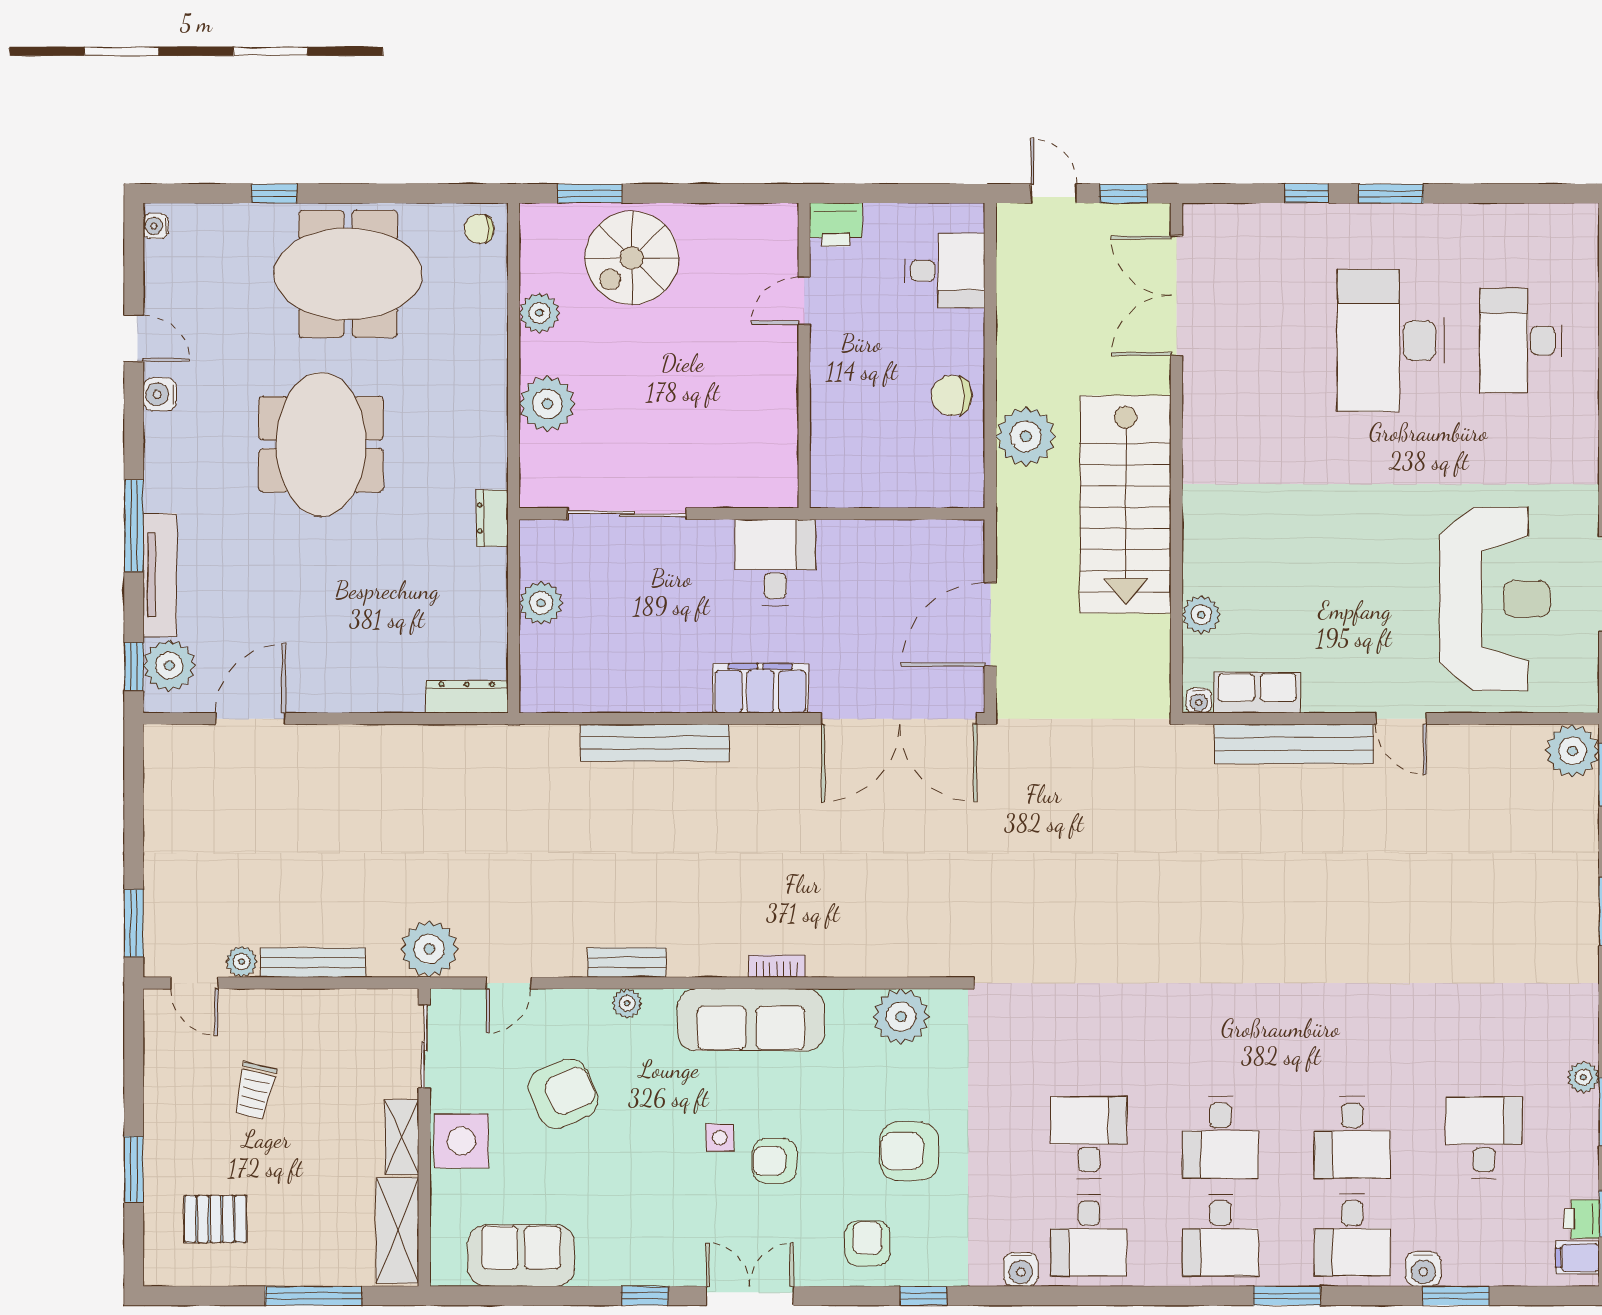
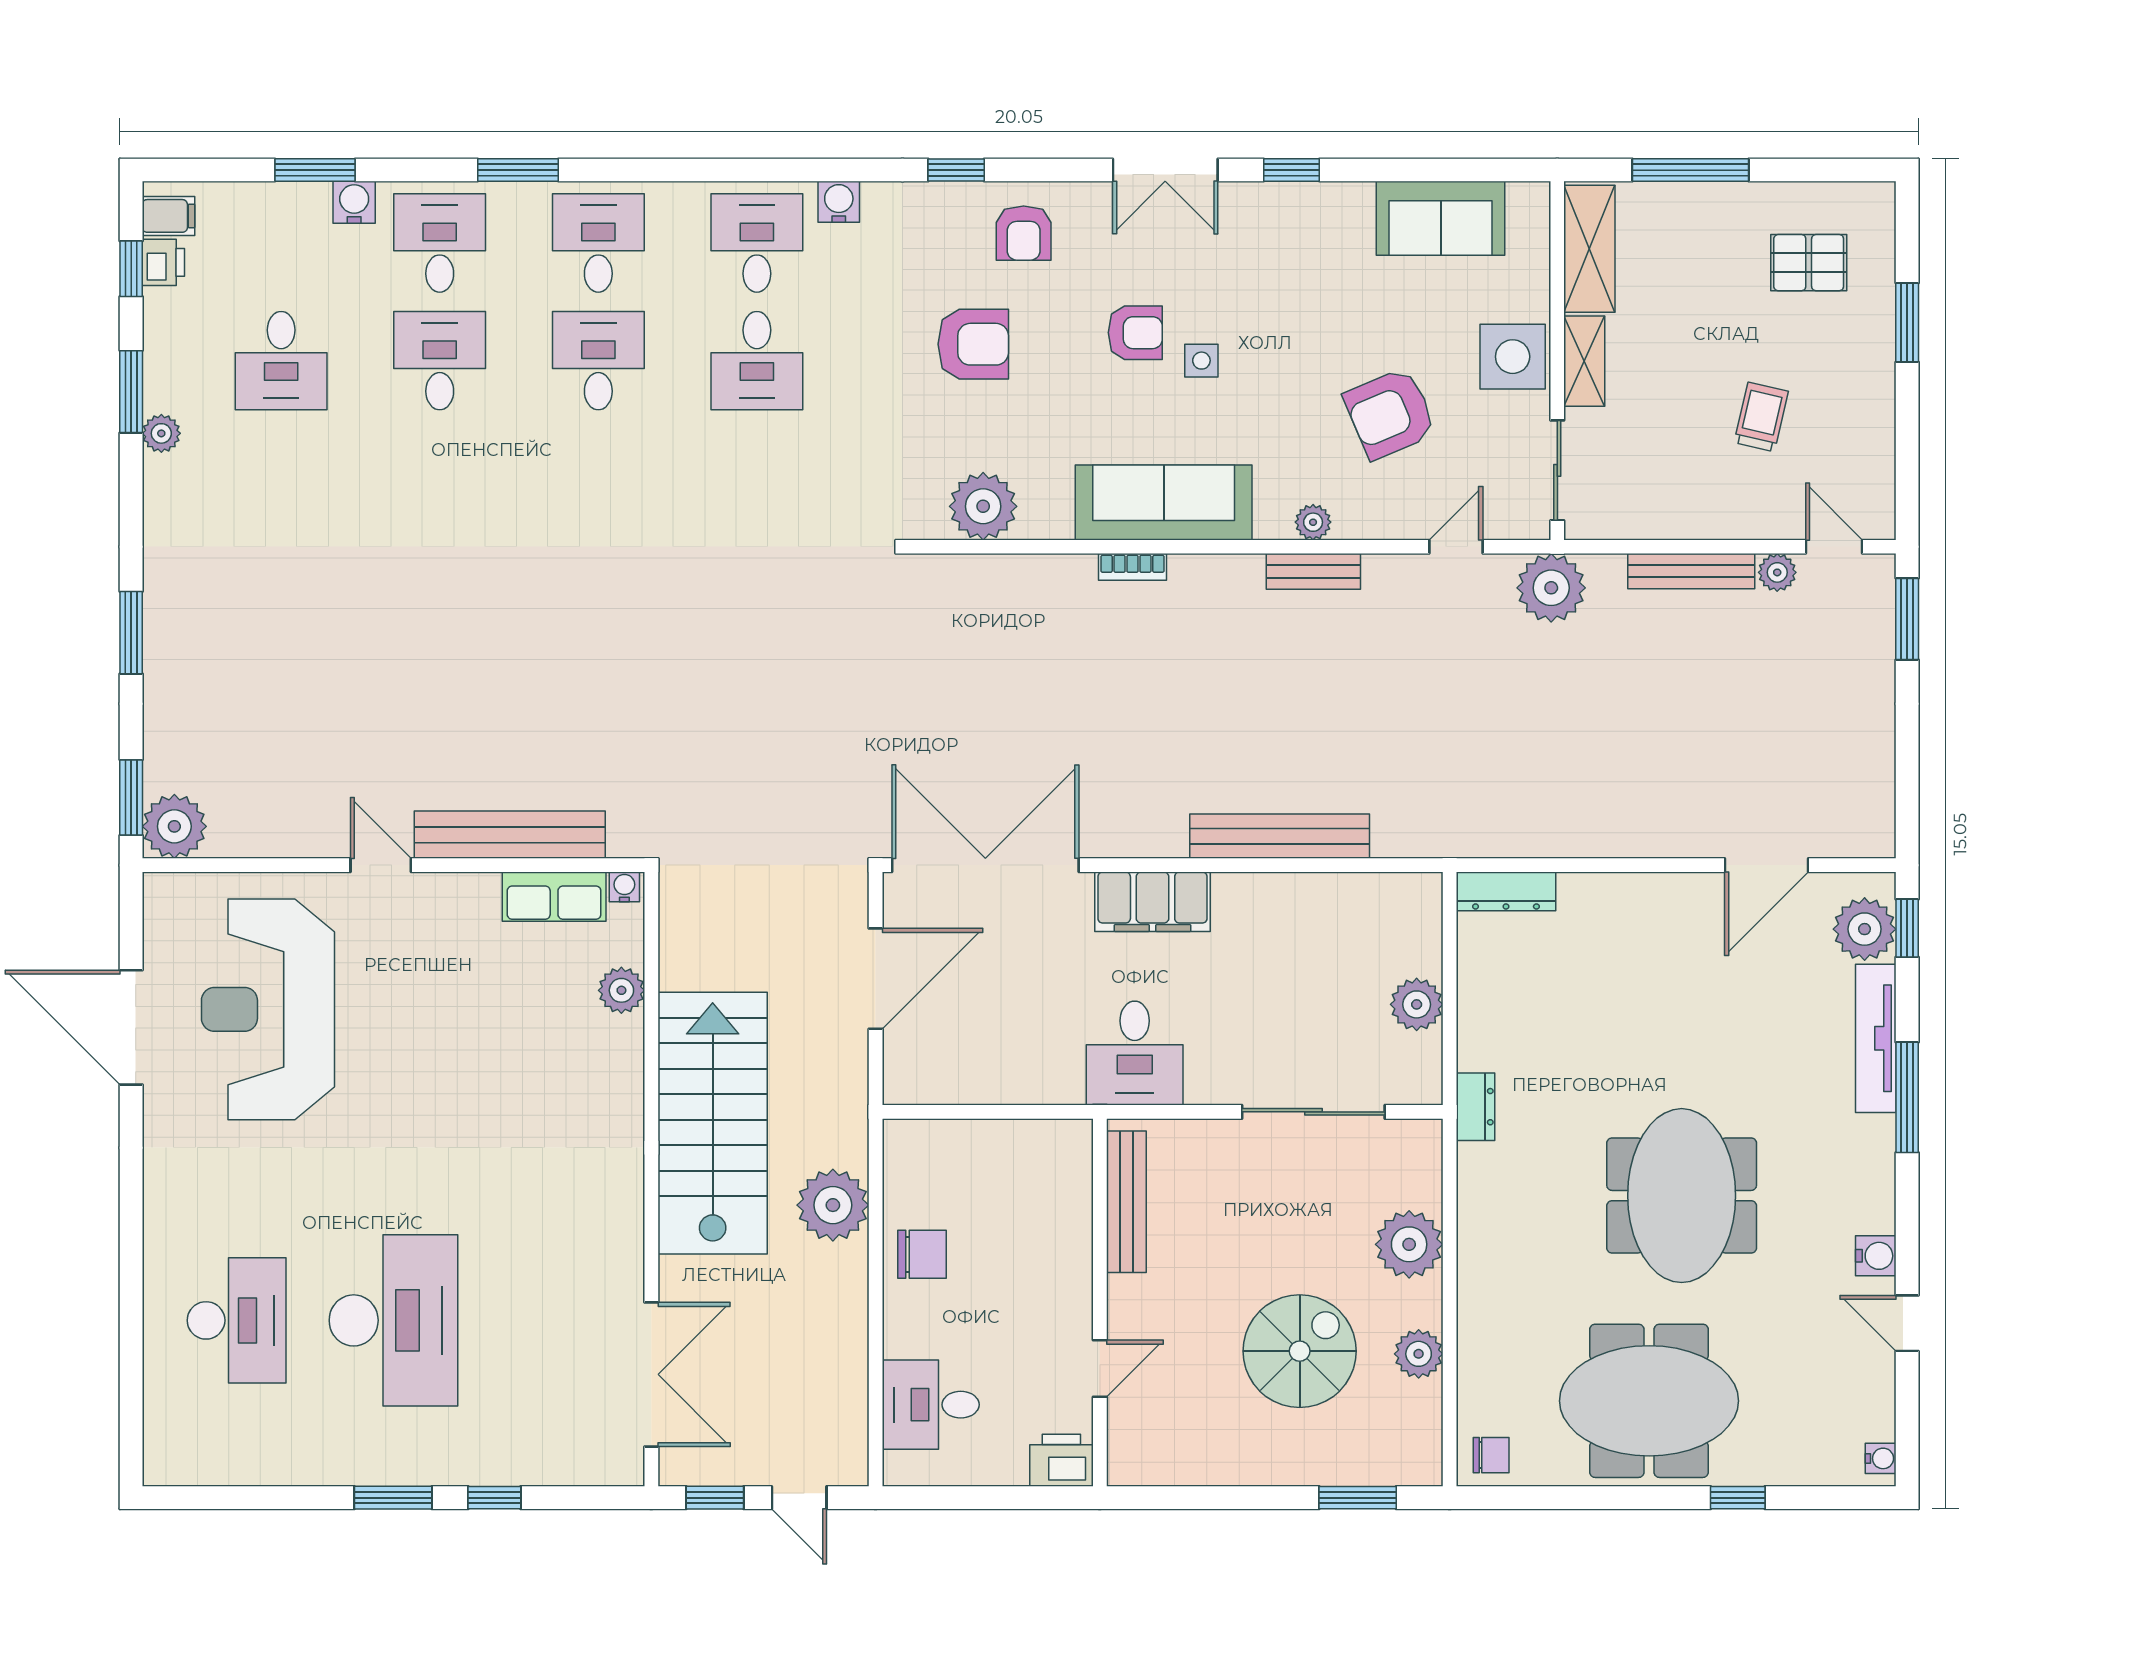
spiral stairs: (632, 258) -> (1300, 1351), moved
bench: (782, 439) -> (1126, 1202), added

